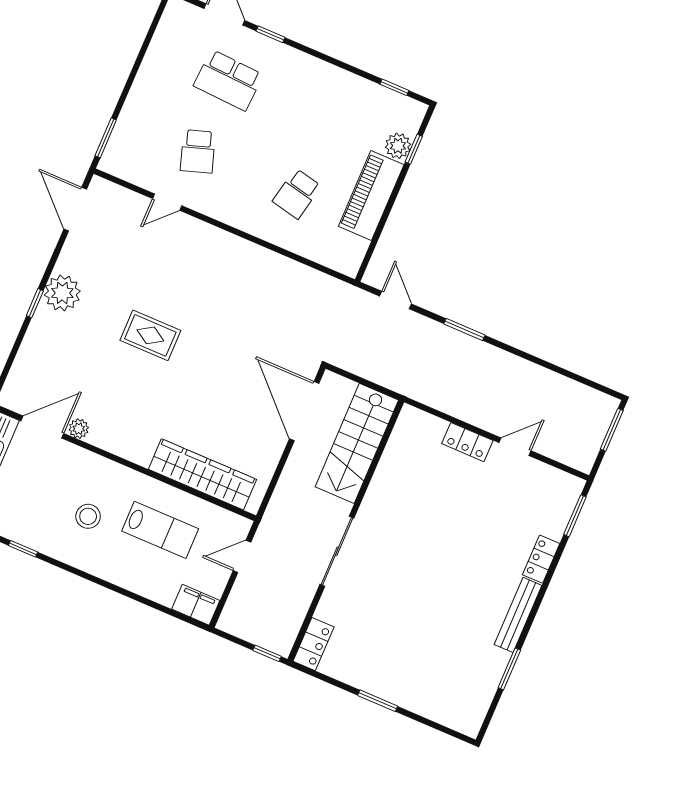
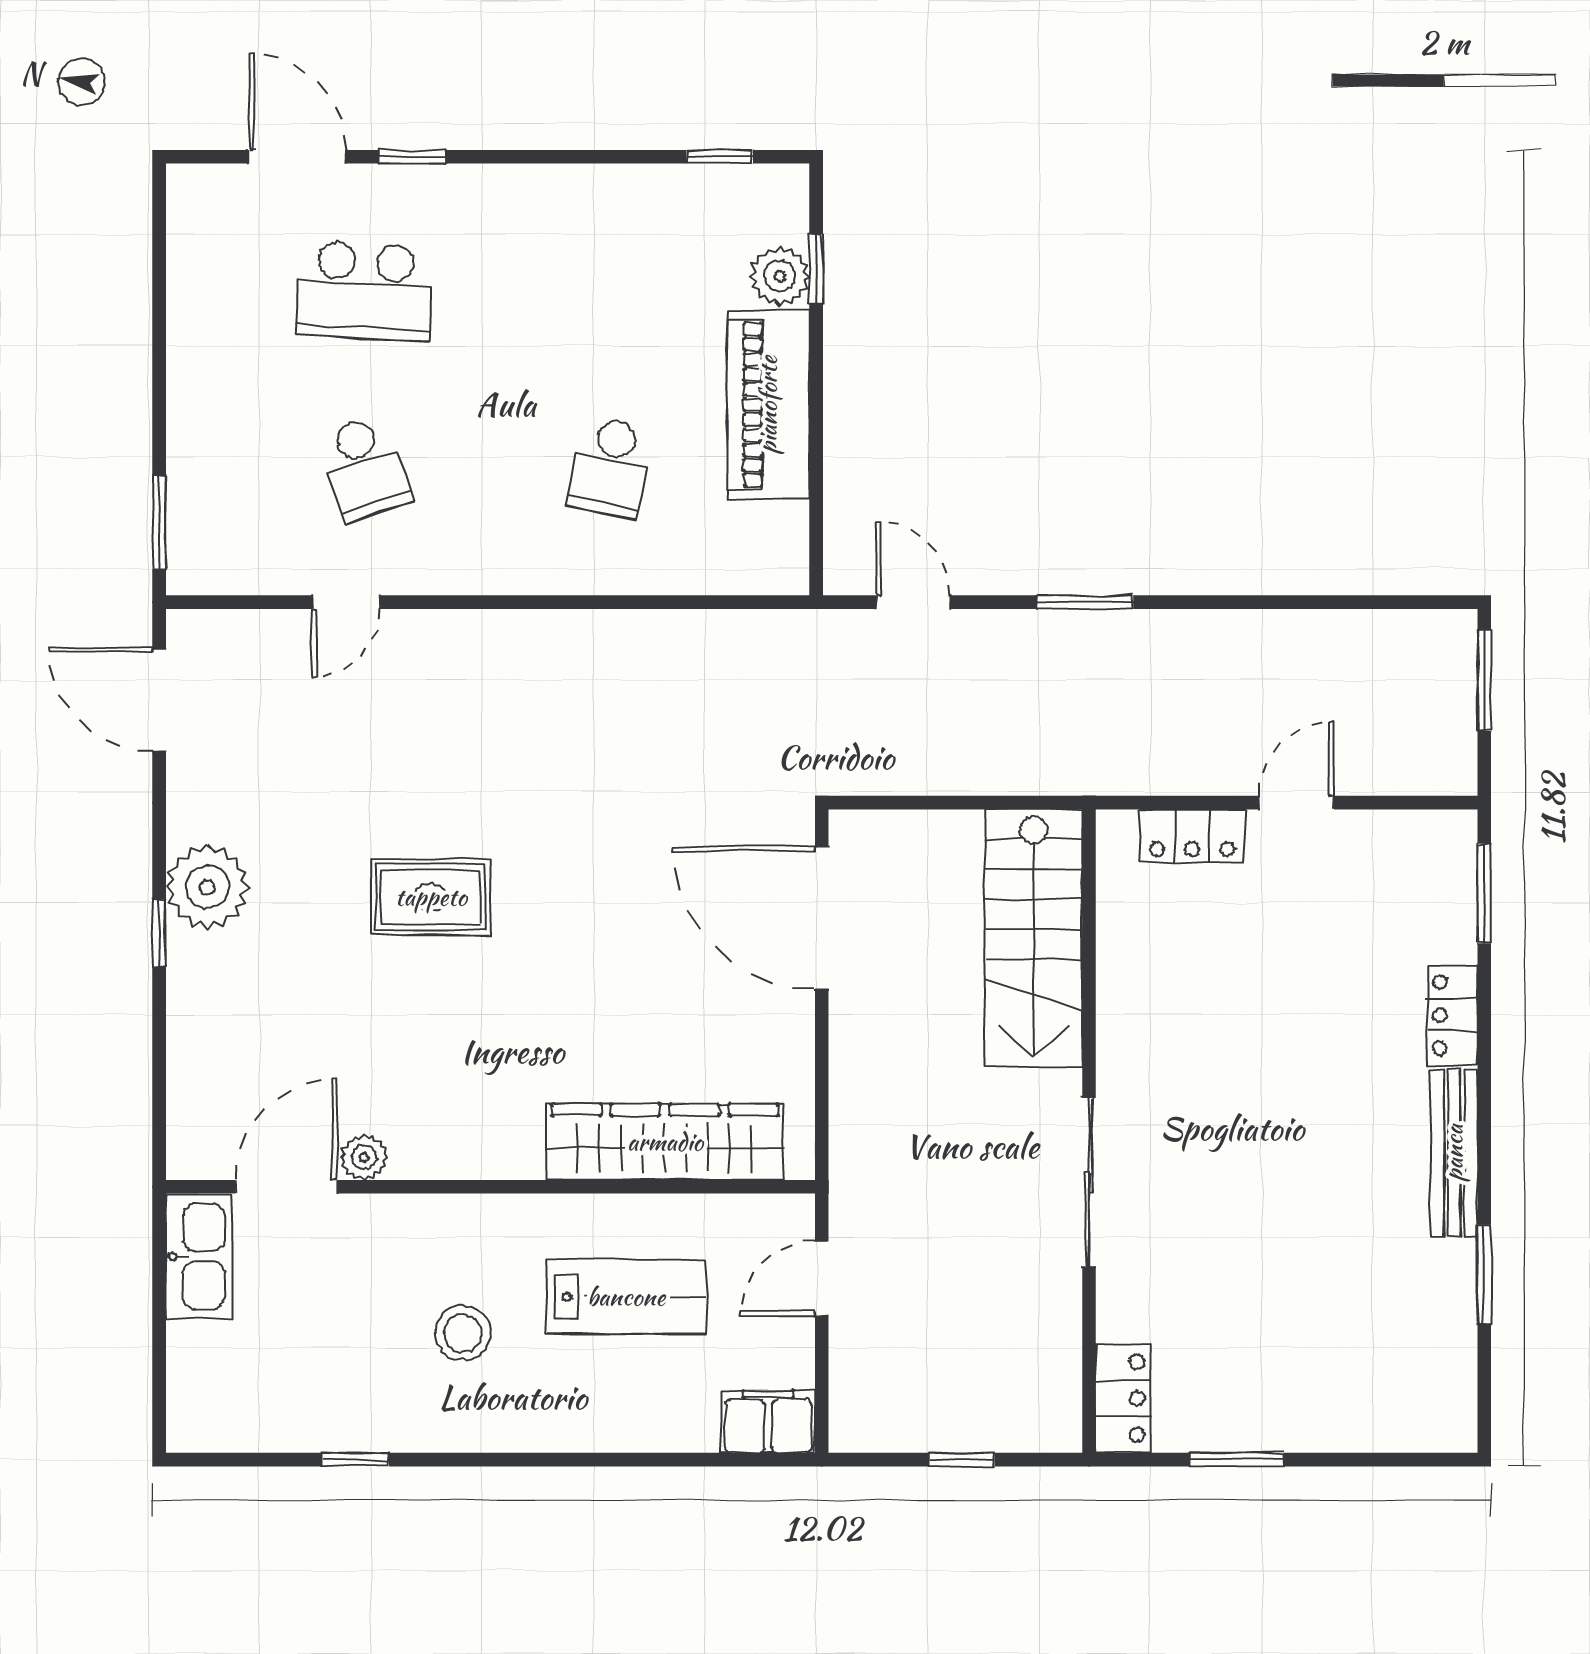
stairs: (357, 443) -> (1034, 938), moved
wall: (346, 531) -> (1089, 1131), moved
sliding door: (337, 551) -> (1089, 1182), moved
locker: (313, 644) -> (1123, 1398), moved

